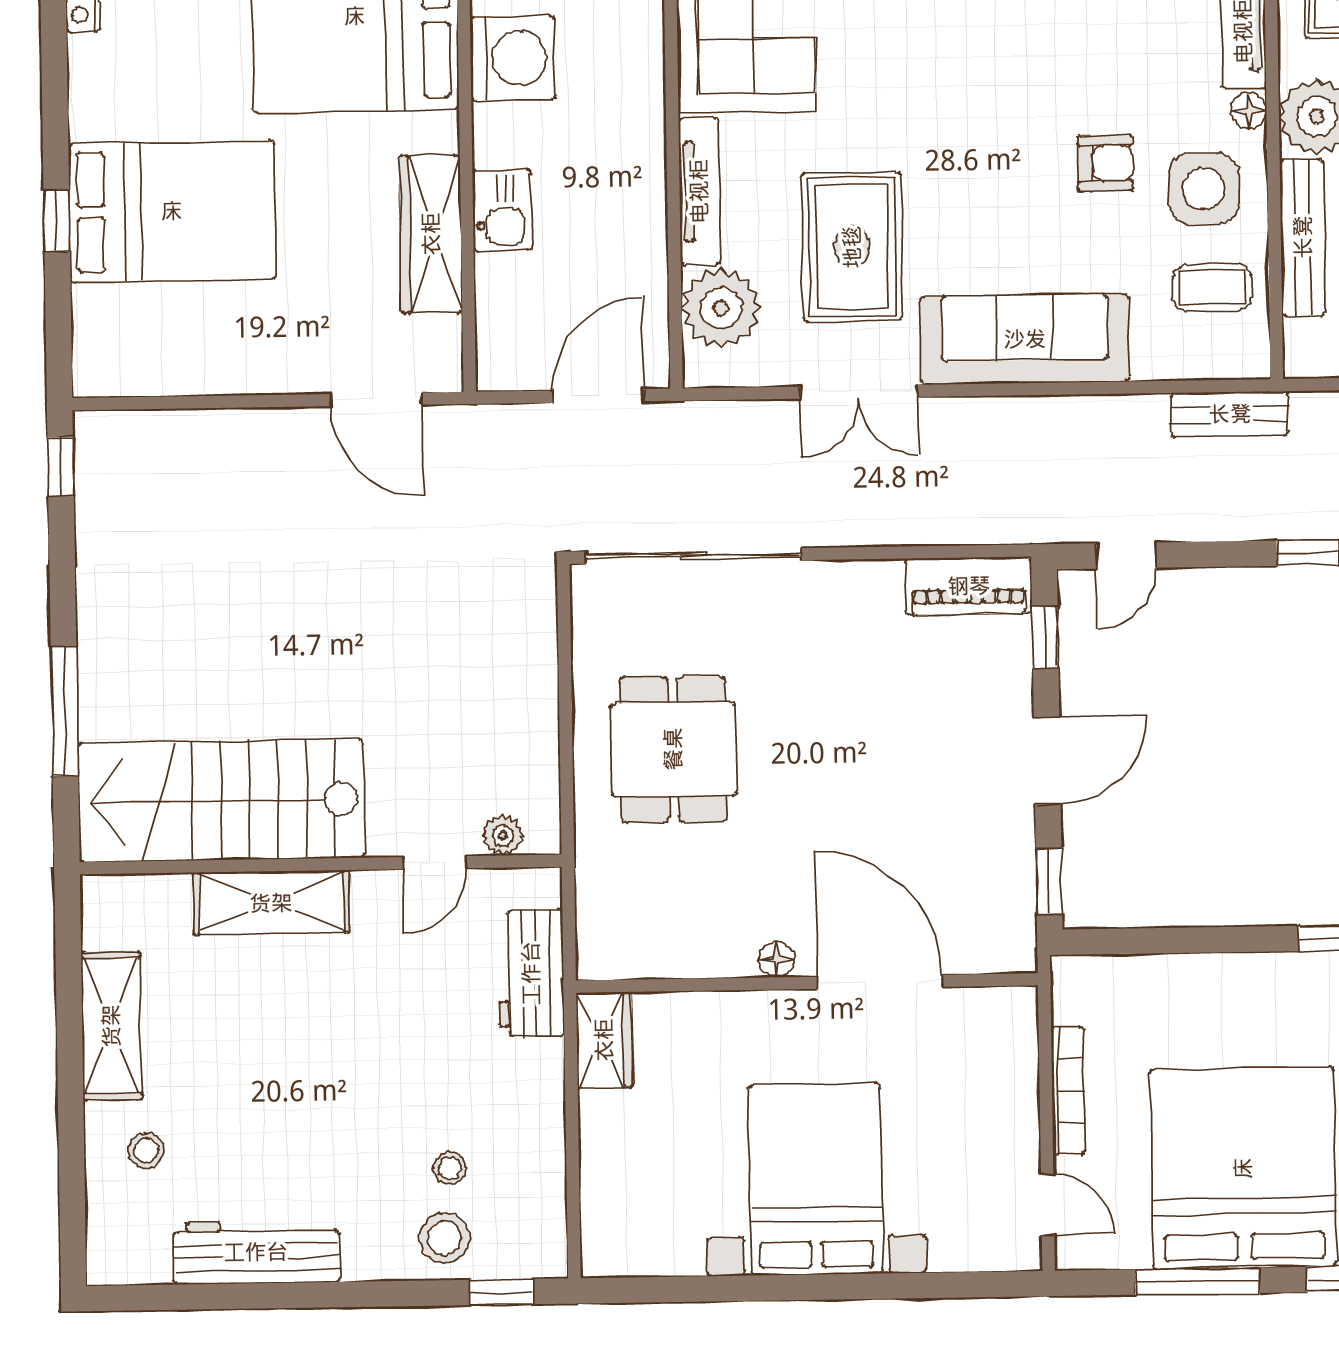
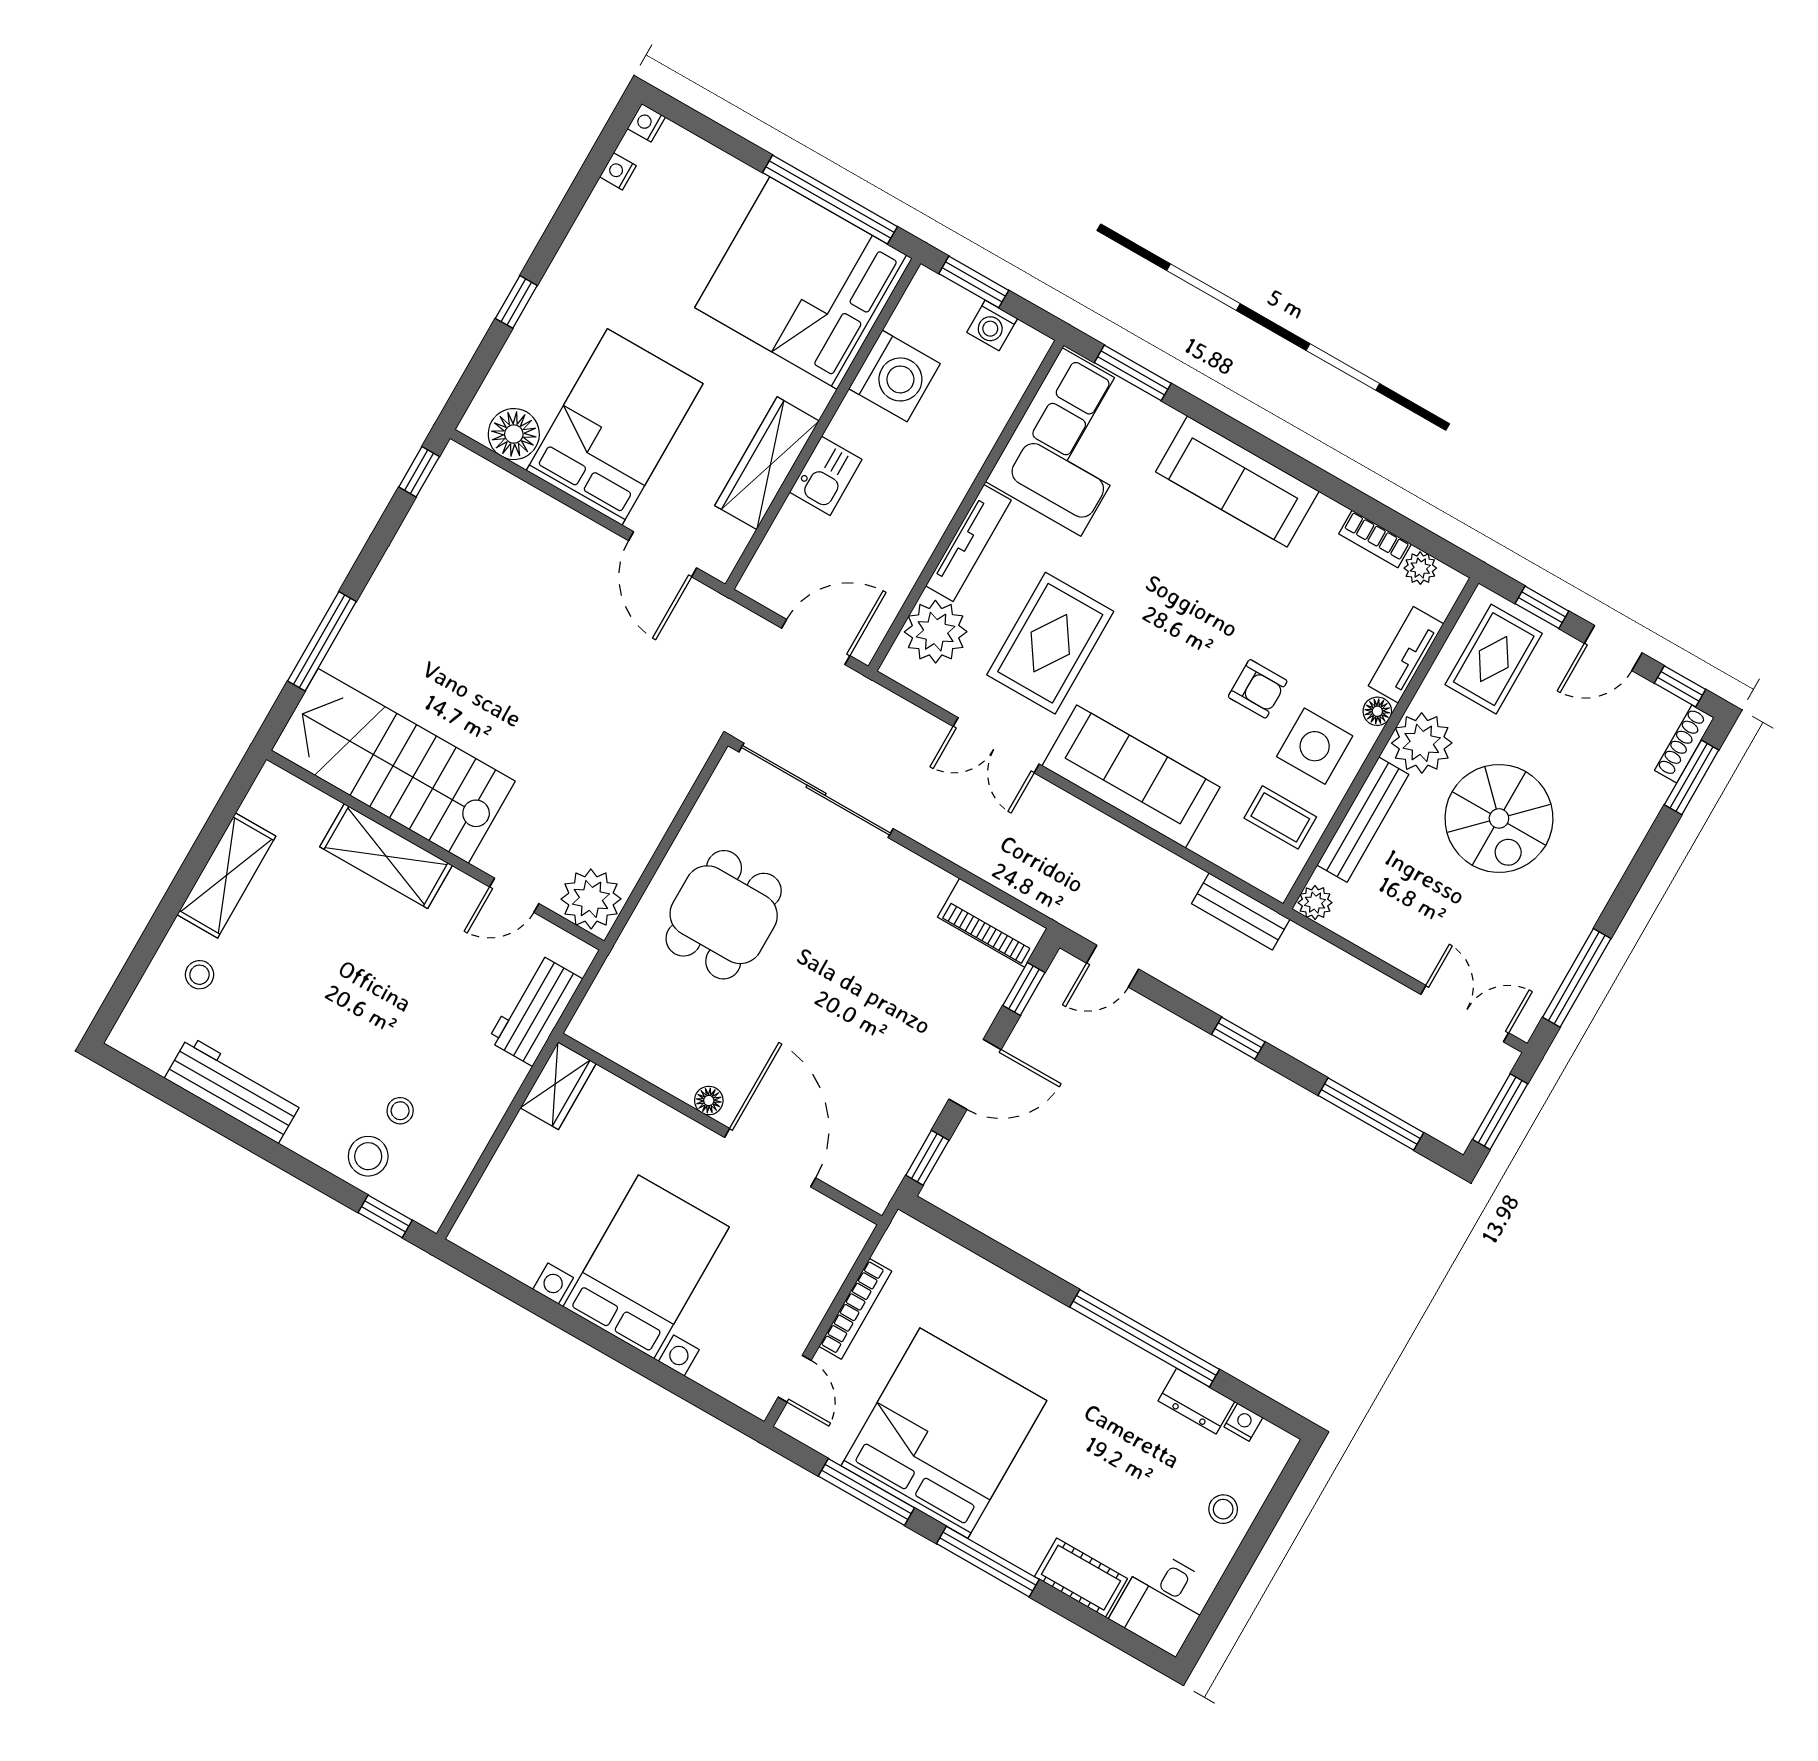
bed: (172, 211) -> (615, 427), moved, turned -90
plant: (1304, 357) -> (1315, 903), added
floor lamp: (139, 365) -> (514, 434), added
plant: (503, 835) -> (591, 899), width x1.88, depth x1.88

